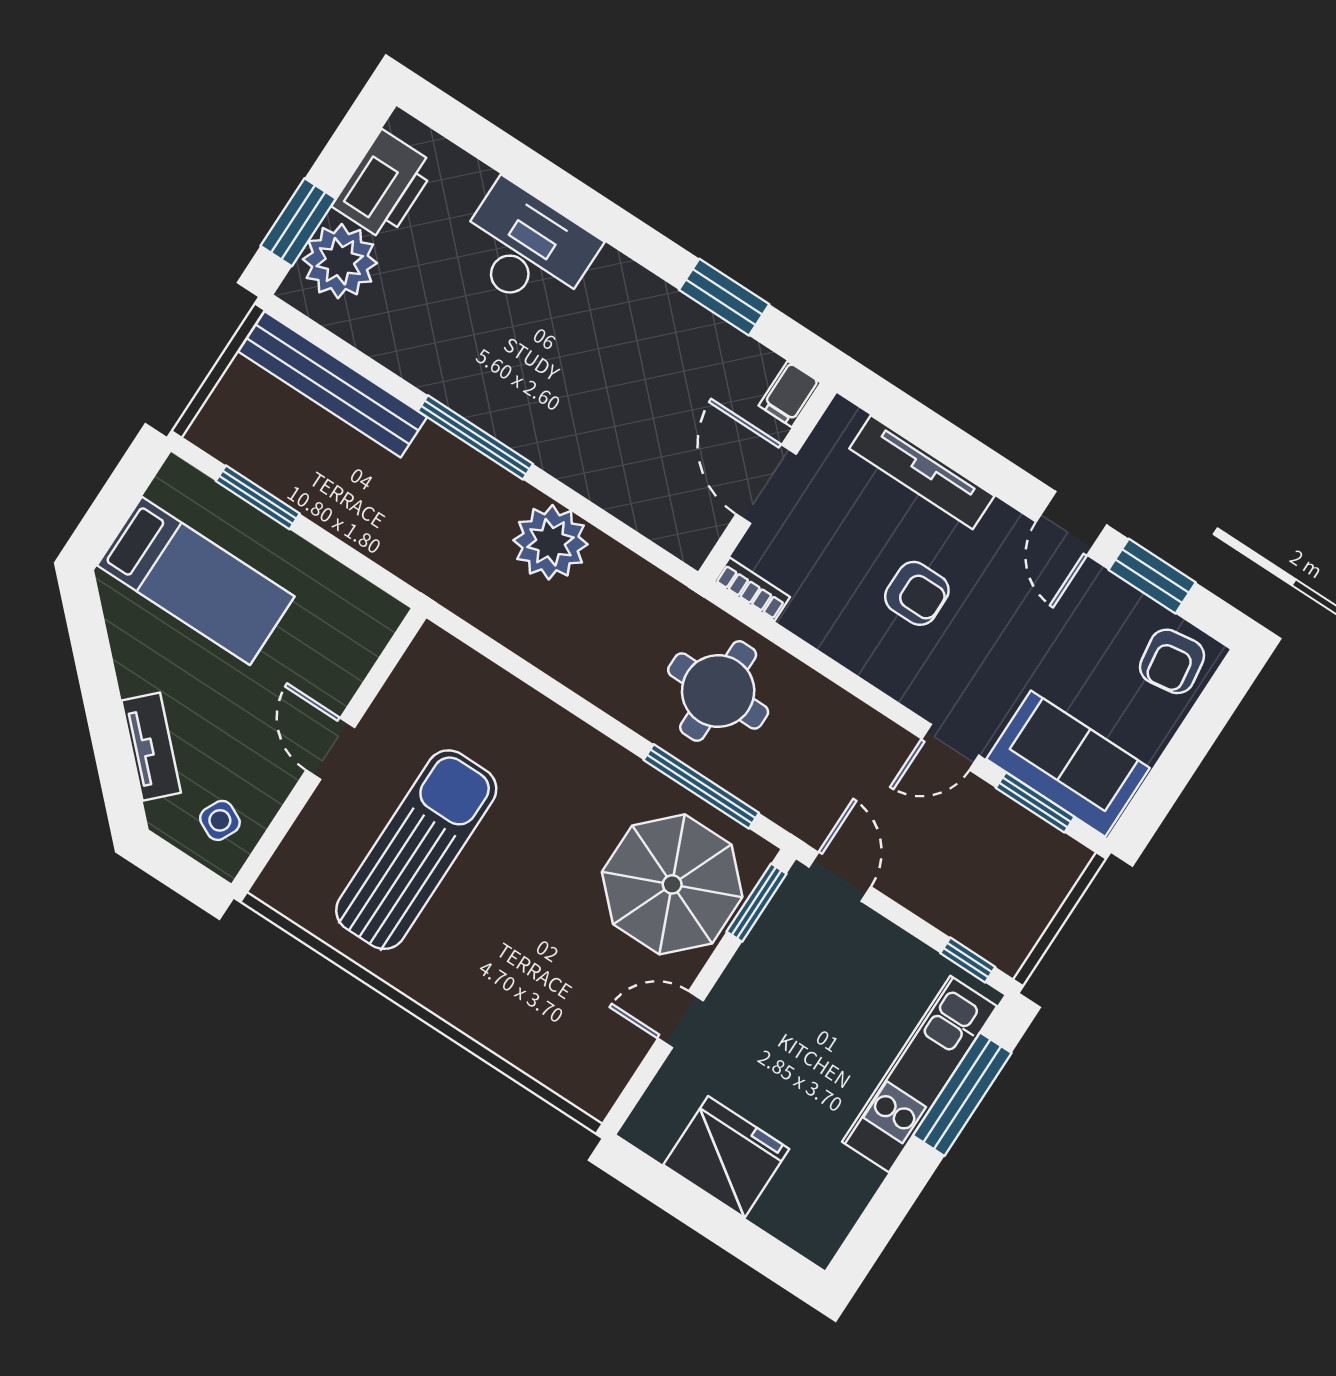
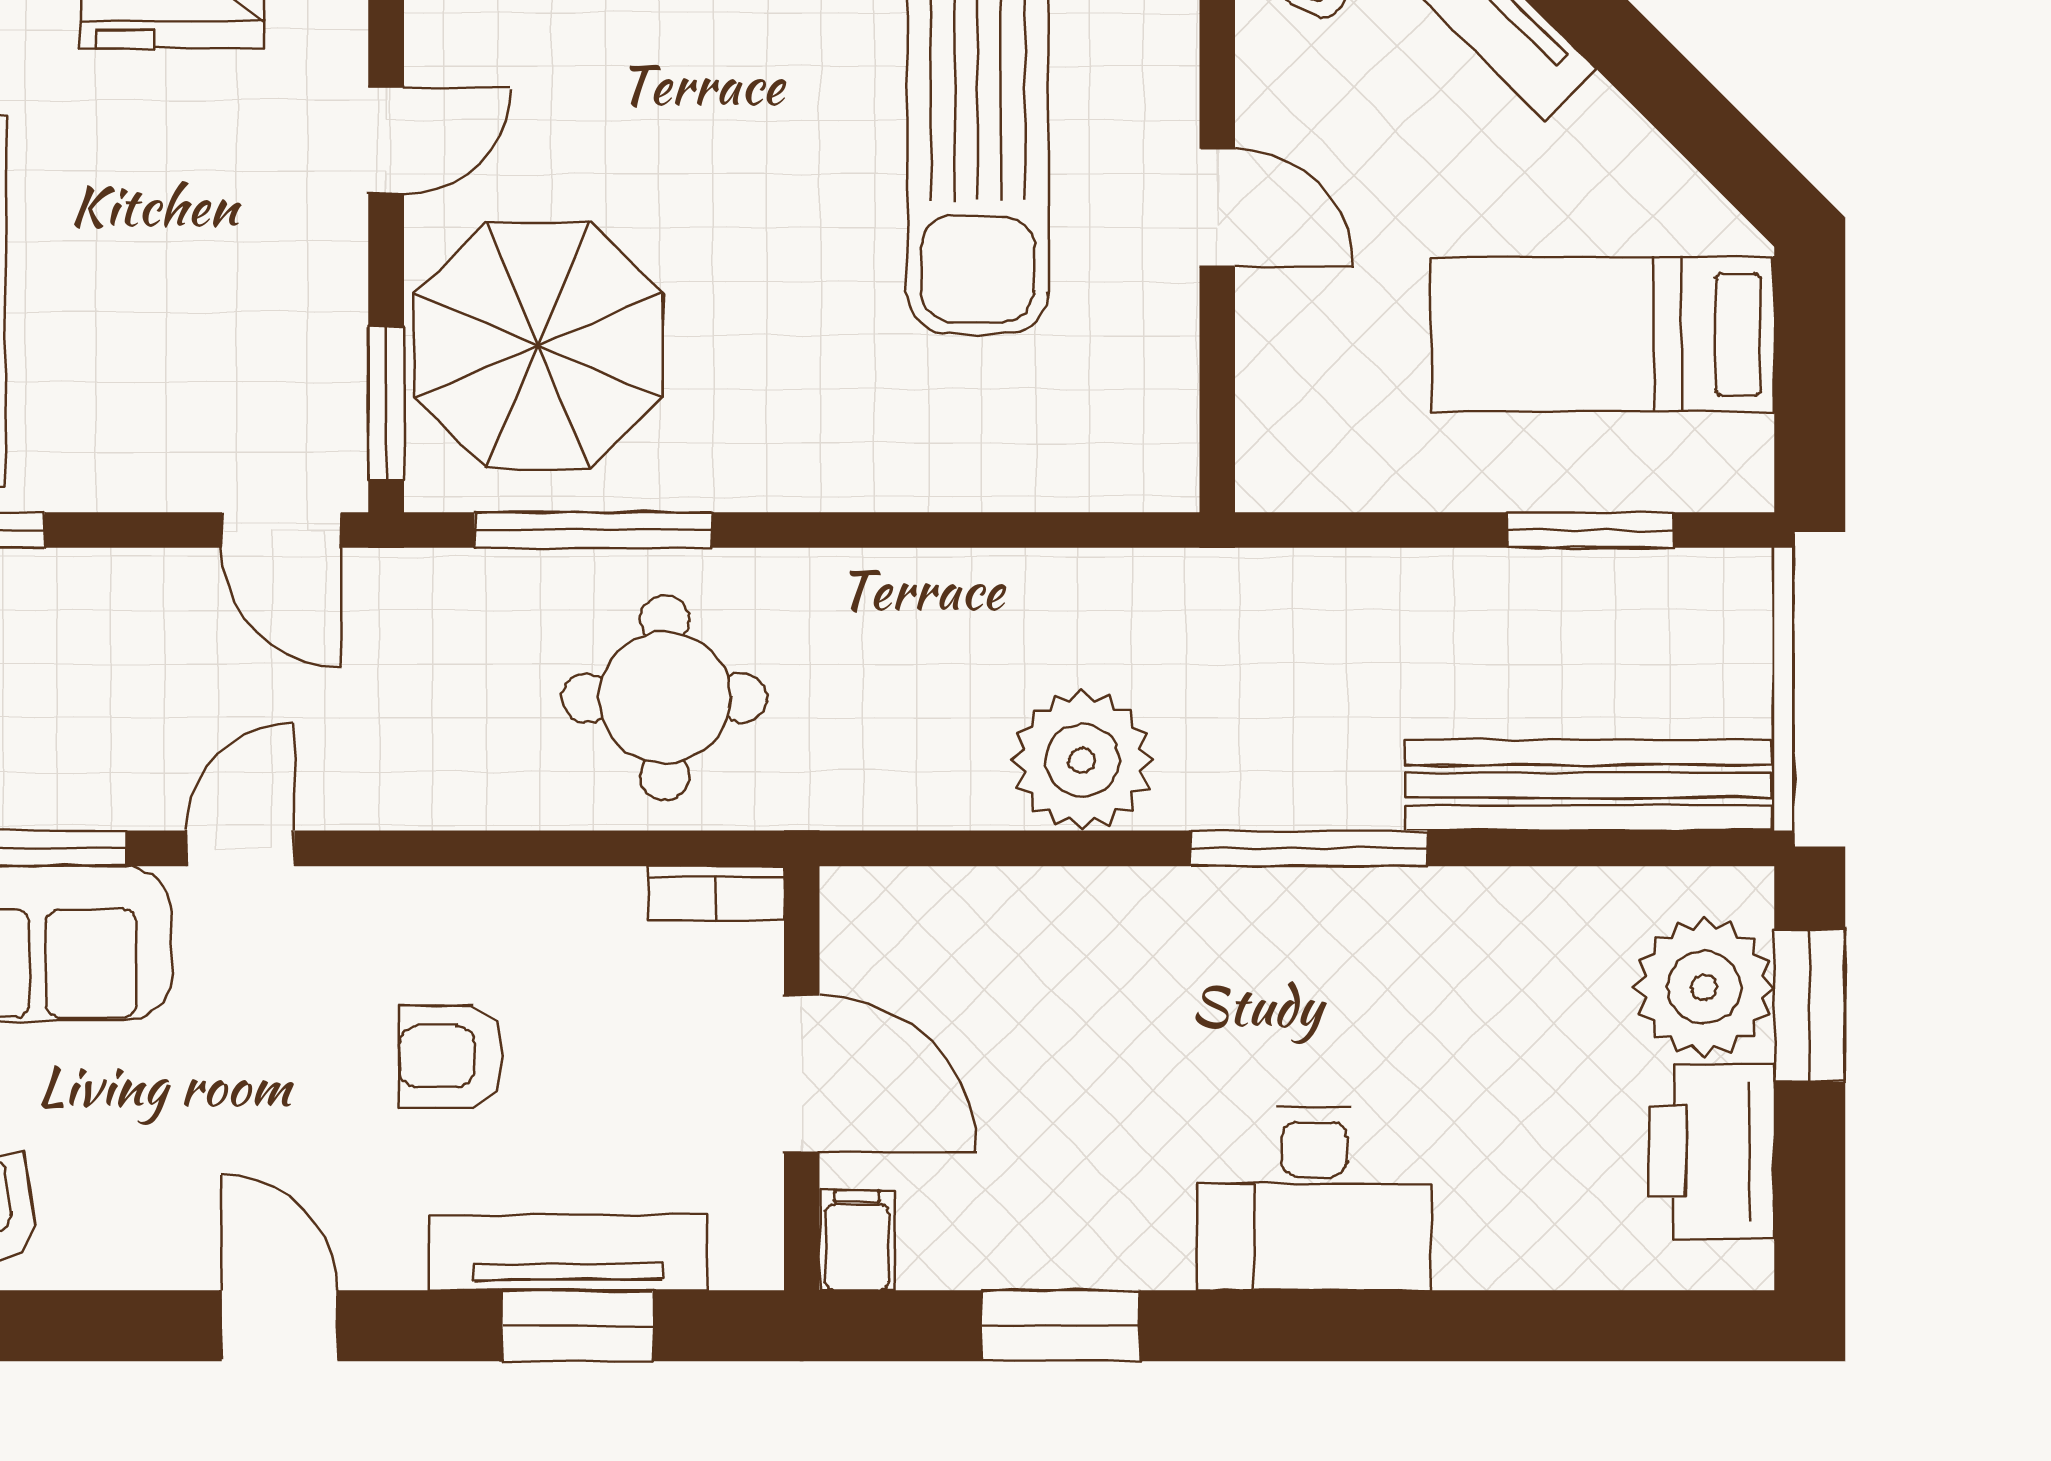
desk: (526, 249) -> (1314, 1199), moved
window: (1152, 576) -> (578, 1326), moved

